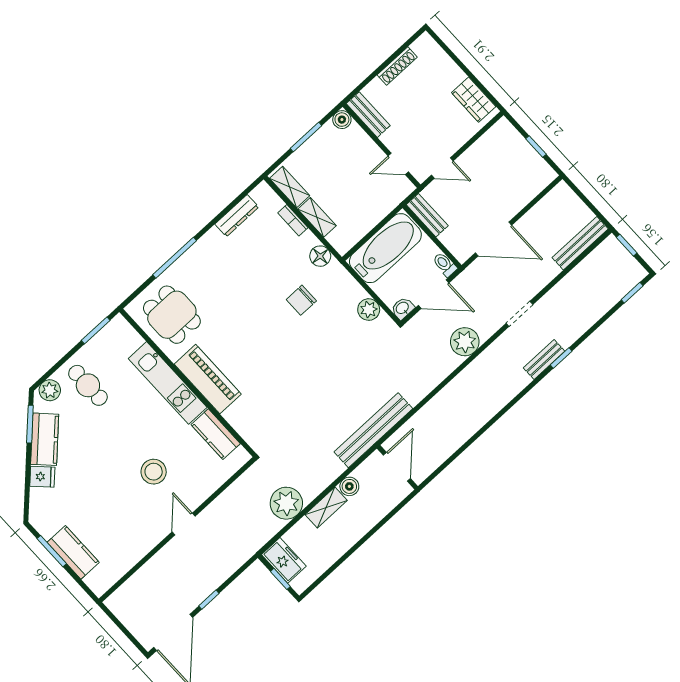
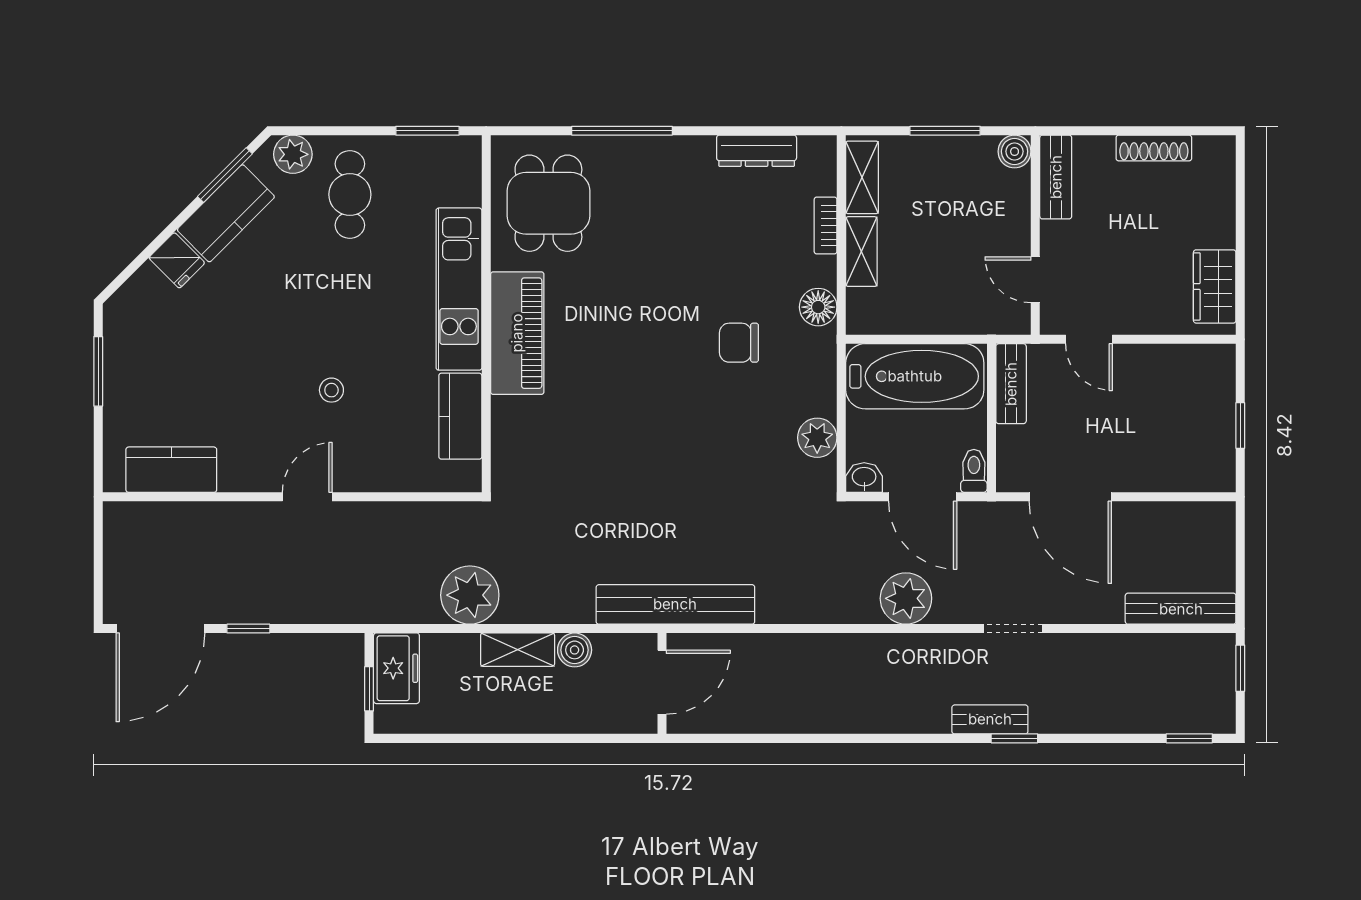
stool: (154, 472) -> (331, 390), width x0.53, depth x0.53
kitchen counter: (73, 552) -> (171, 470), moved, turned -90

